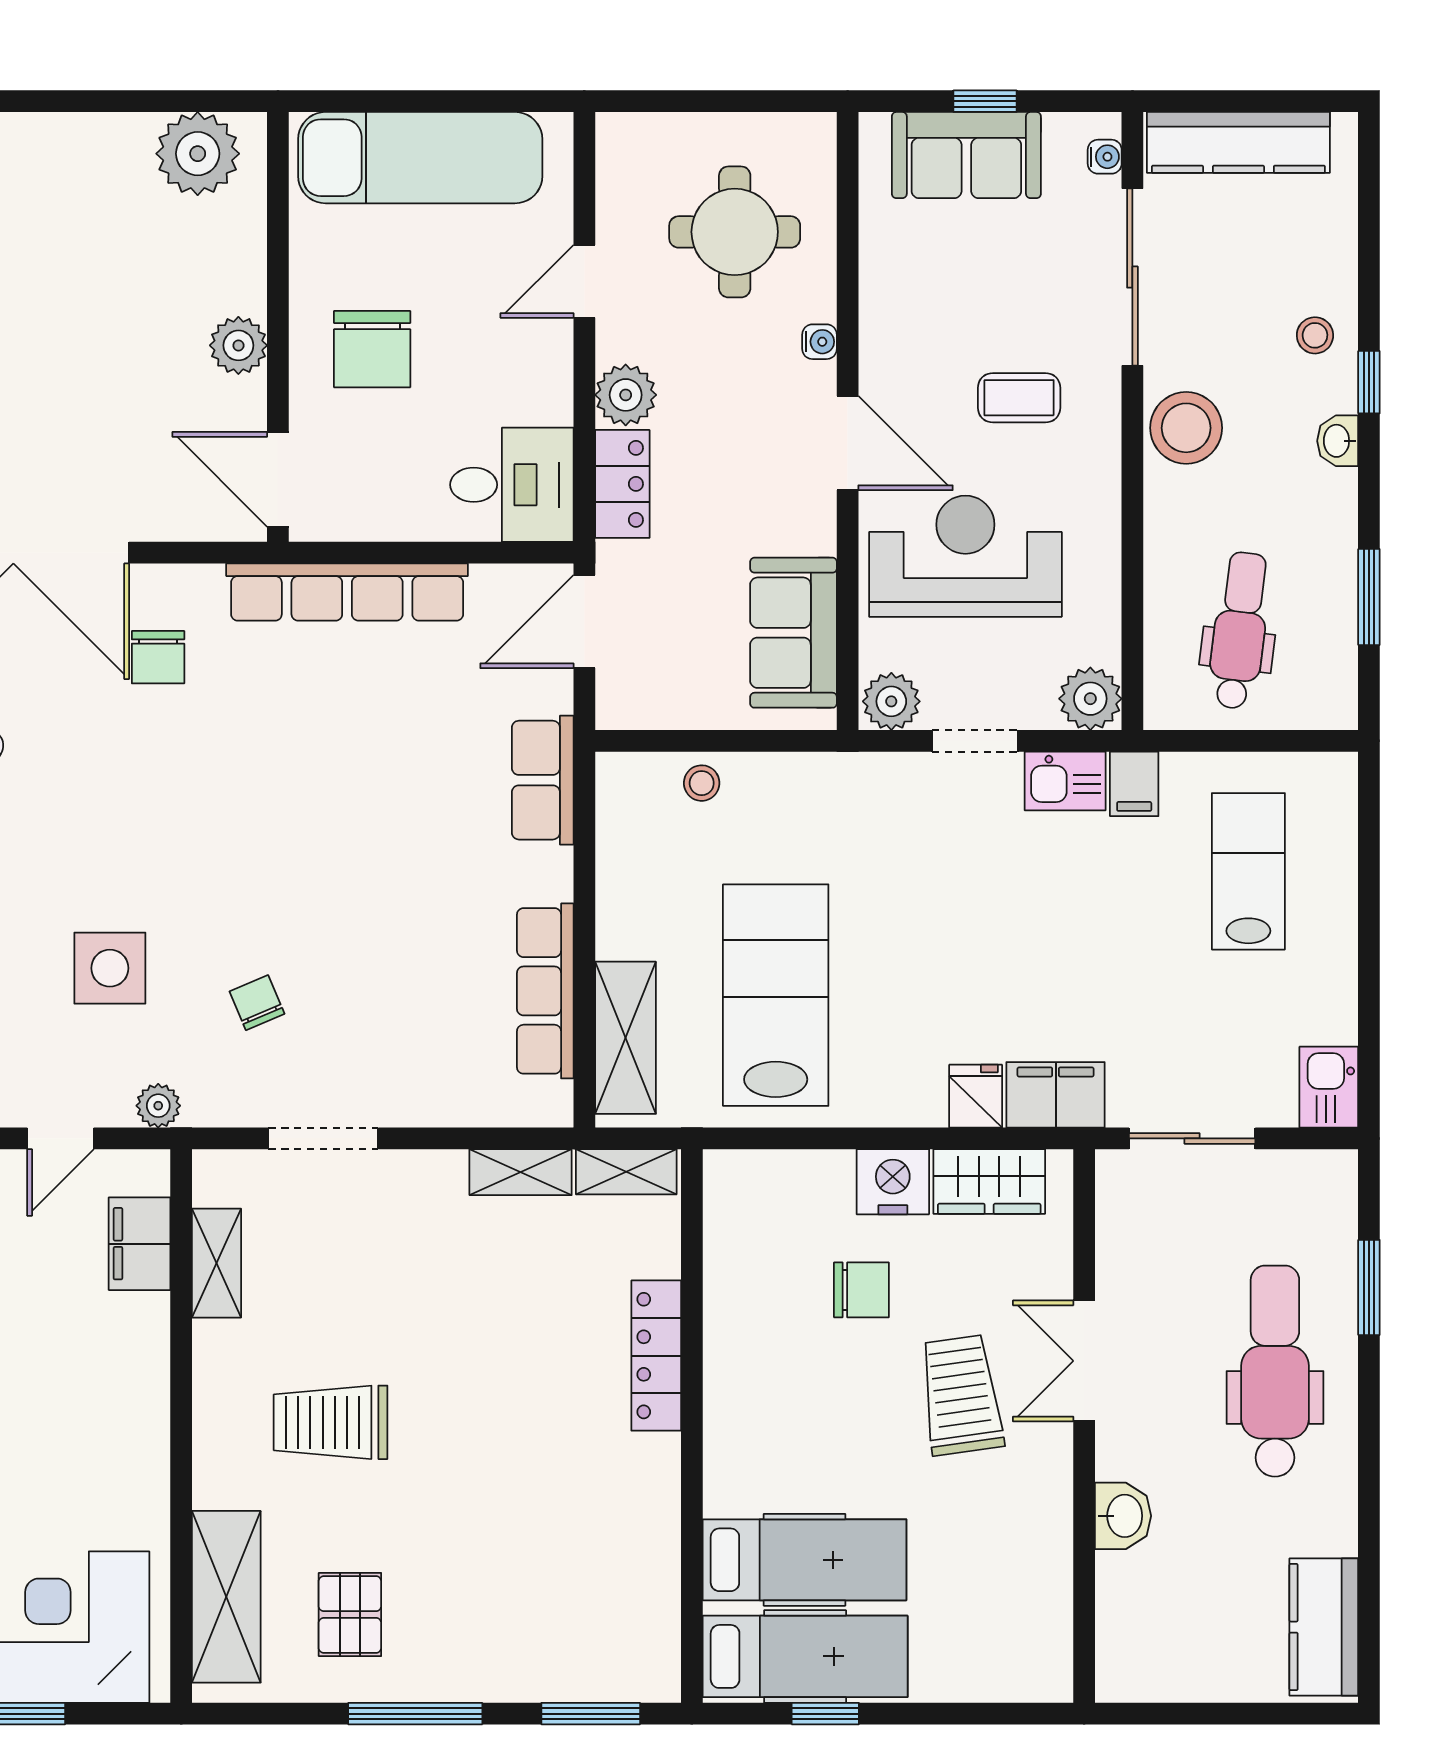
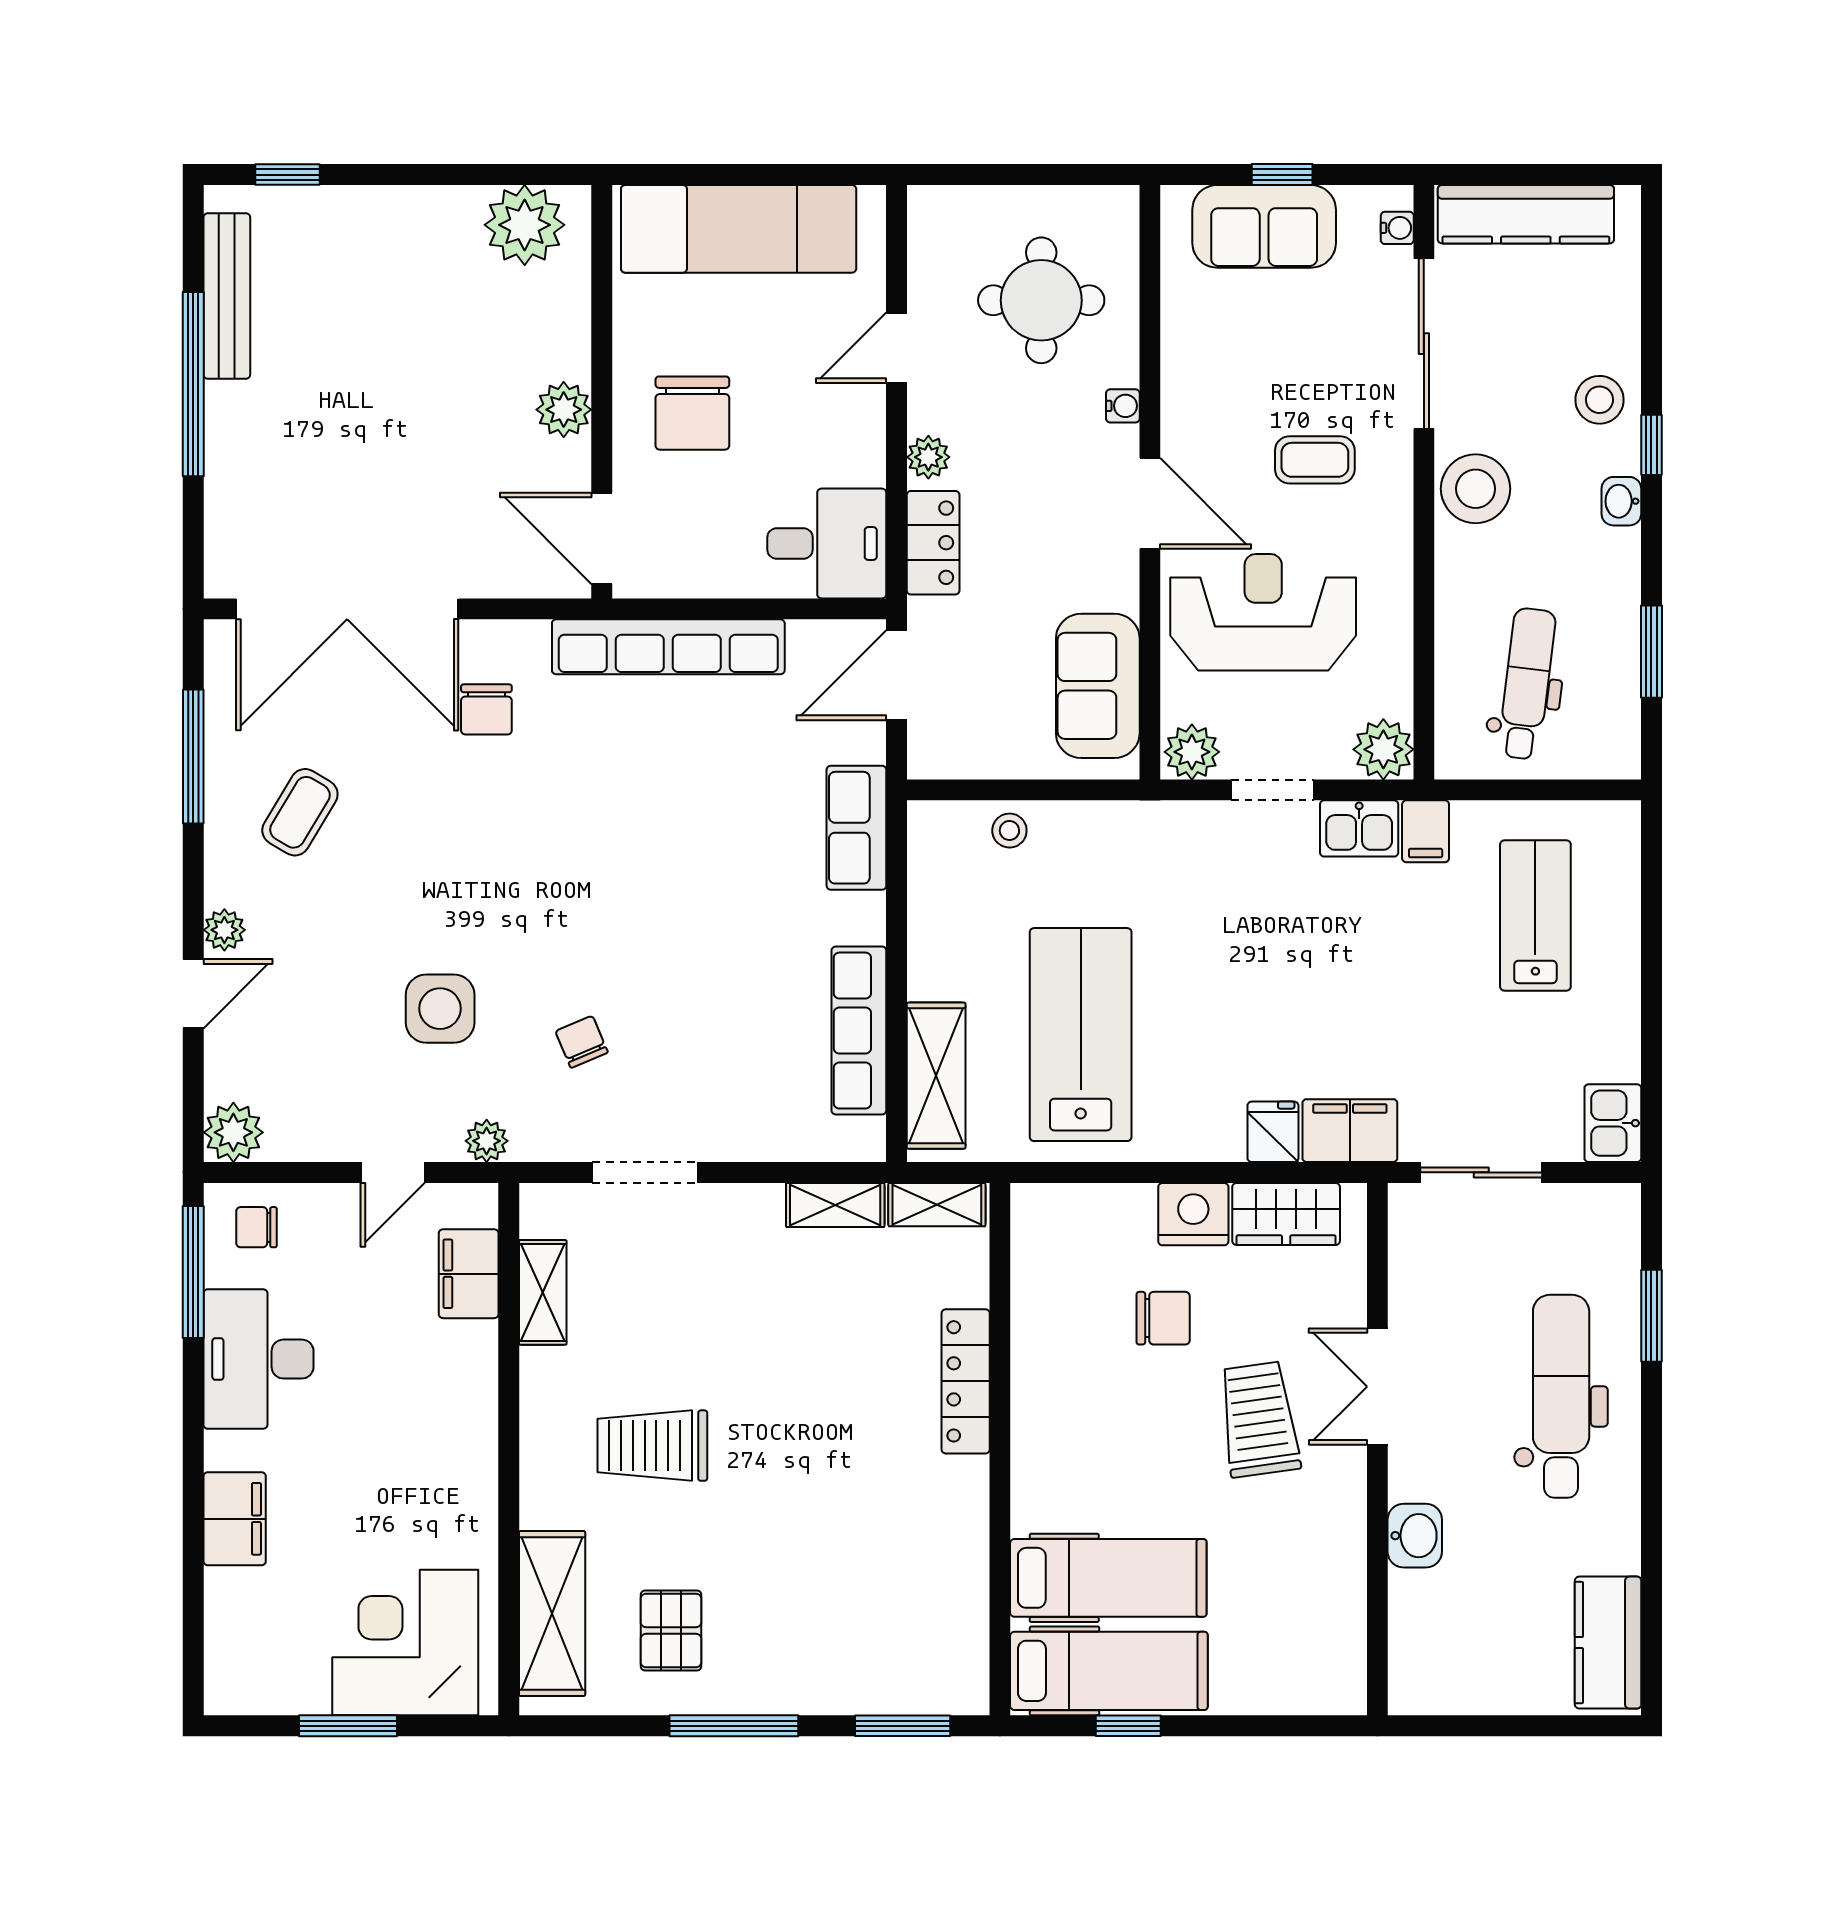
stool: (1315, 335) -> (1600, 400), width x1.37, depth x1.37
plant: (626, 395) -> (928, 457), width x0.73, depth x0.73

